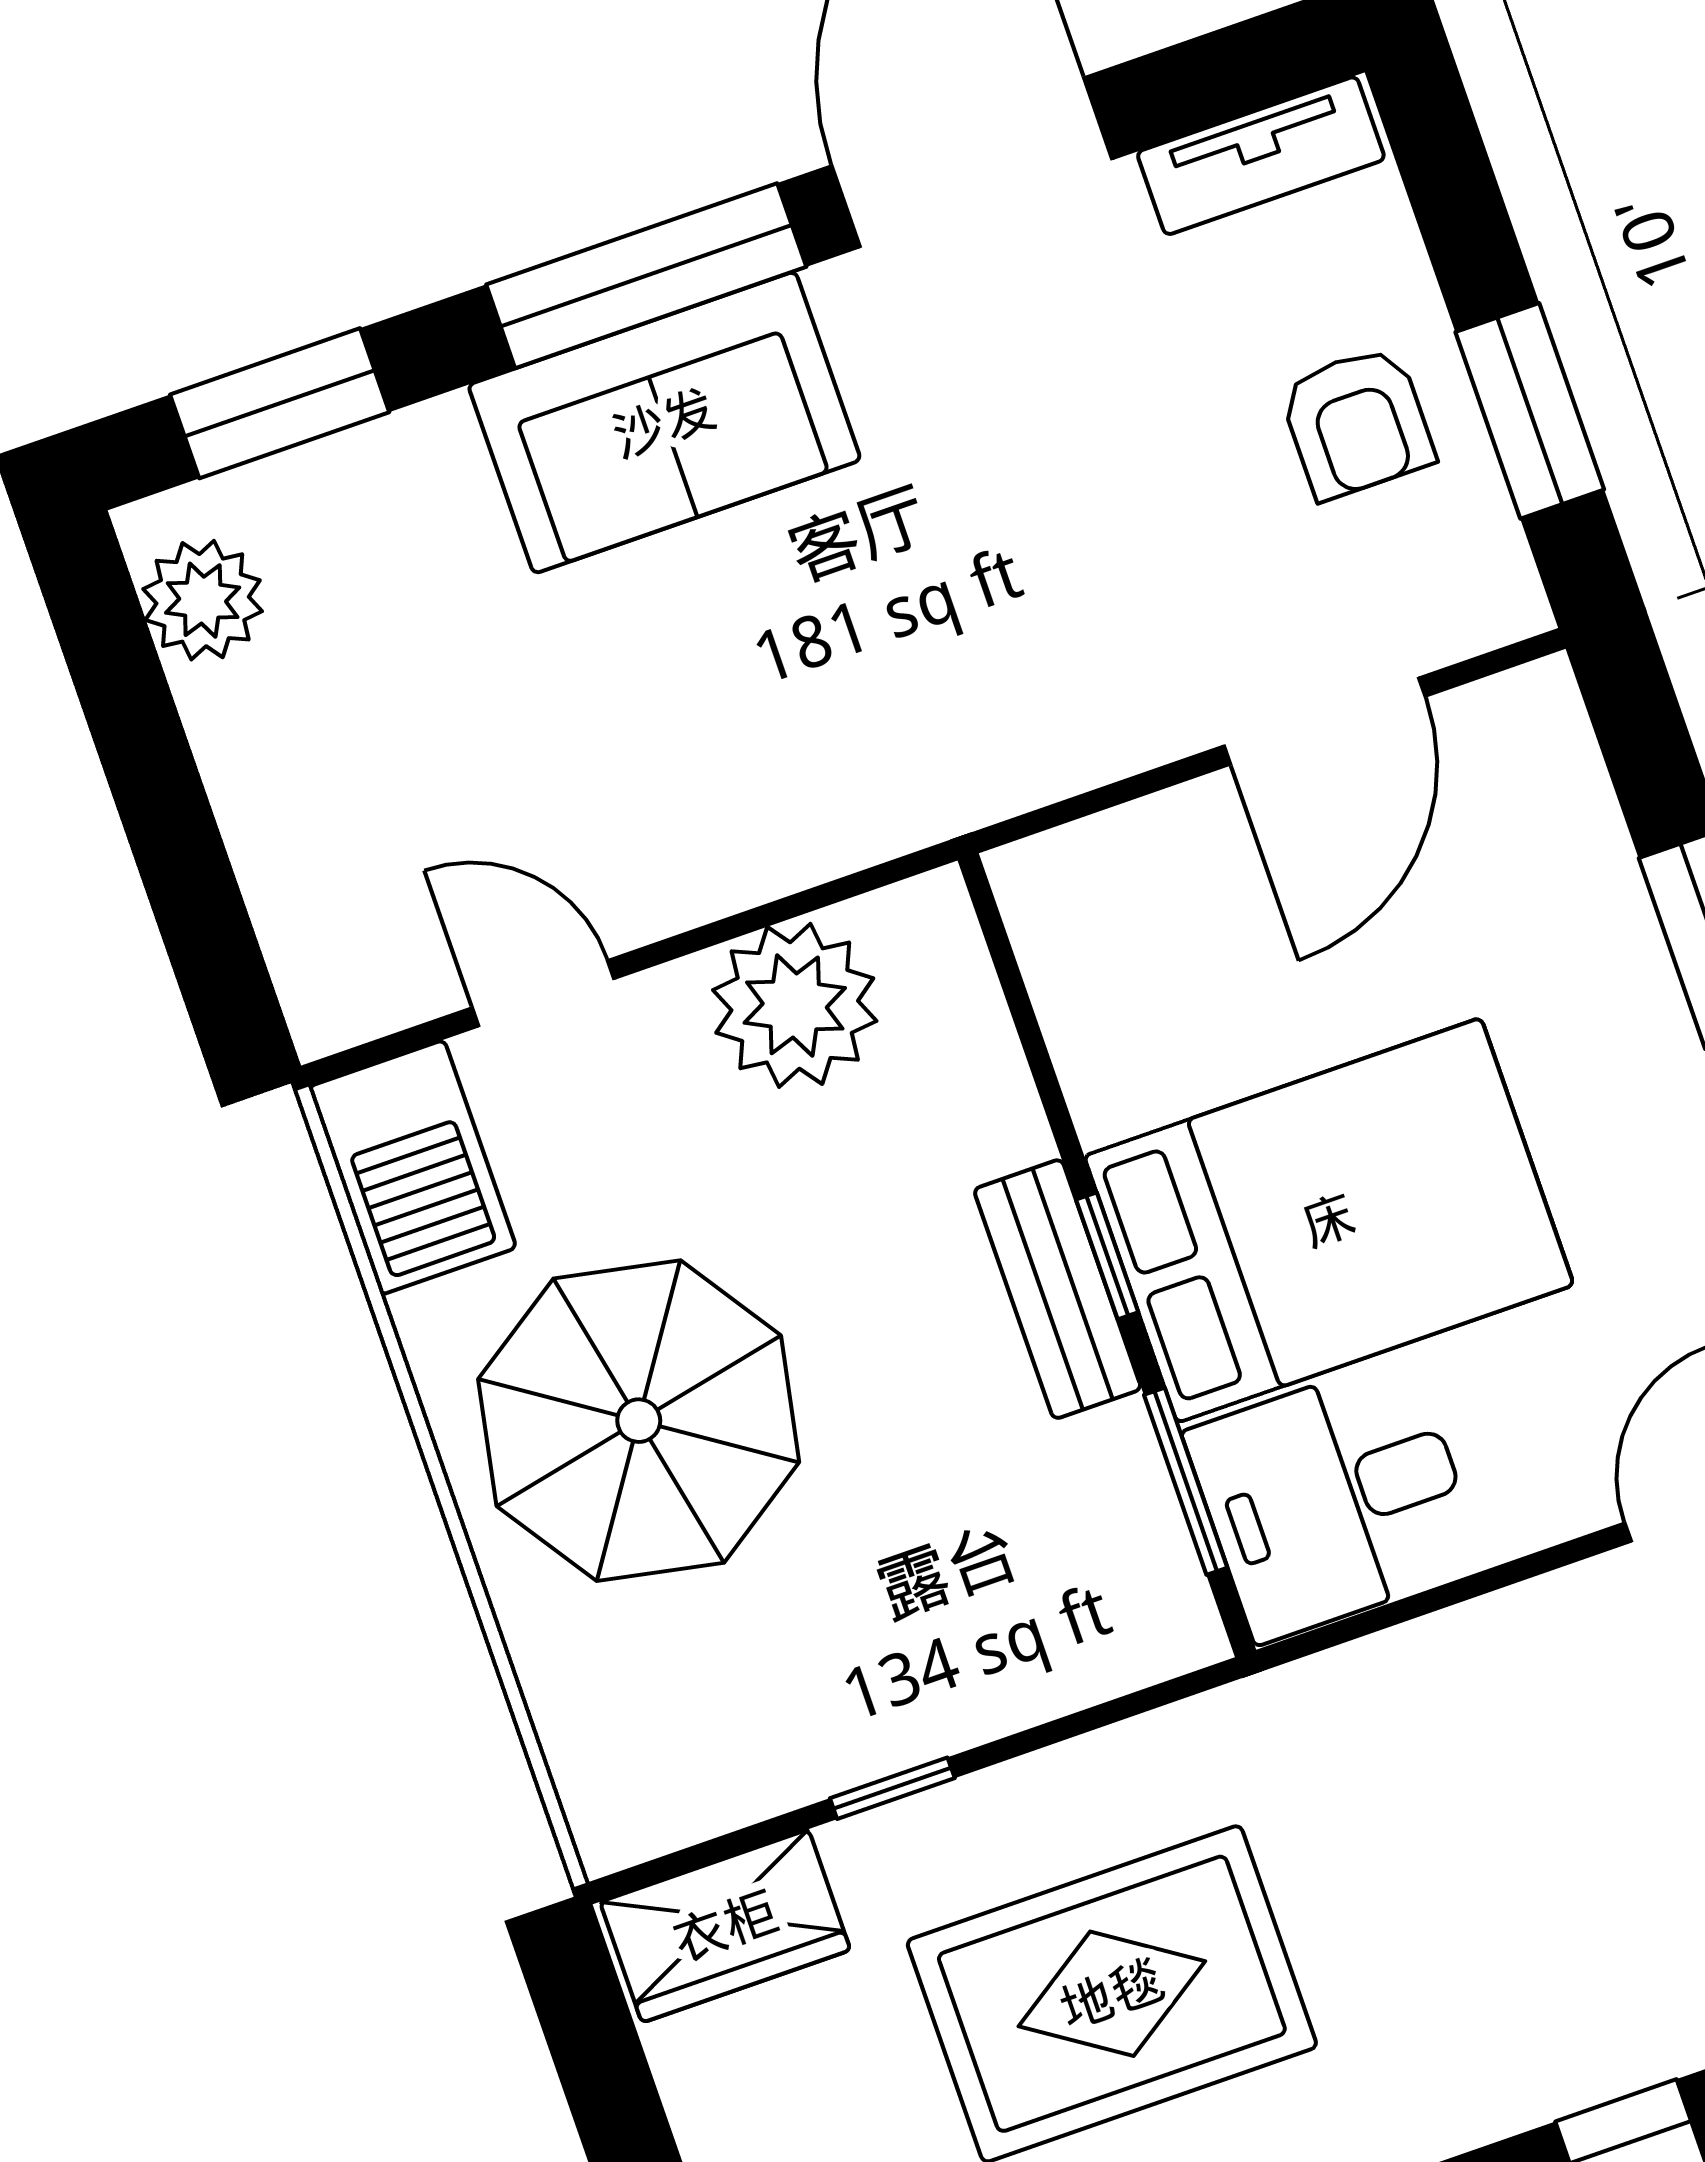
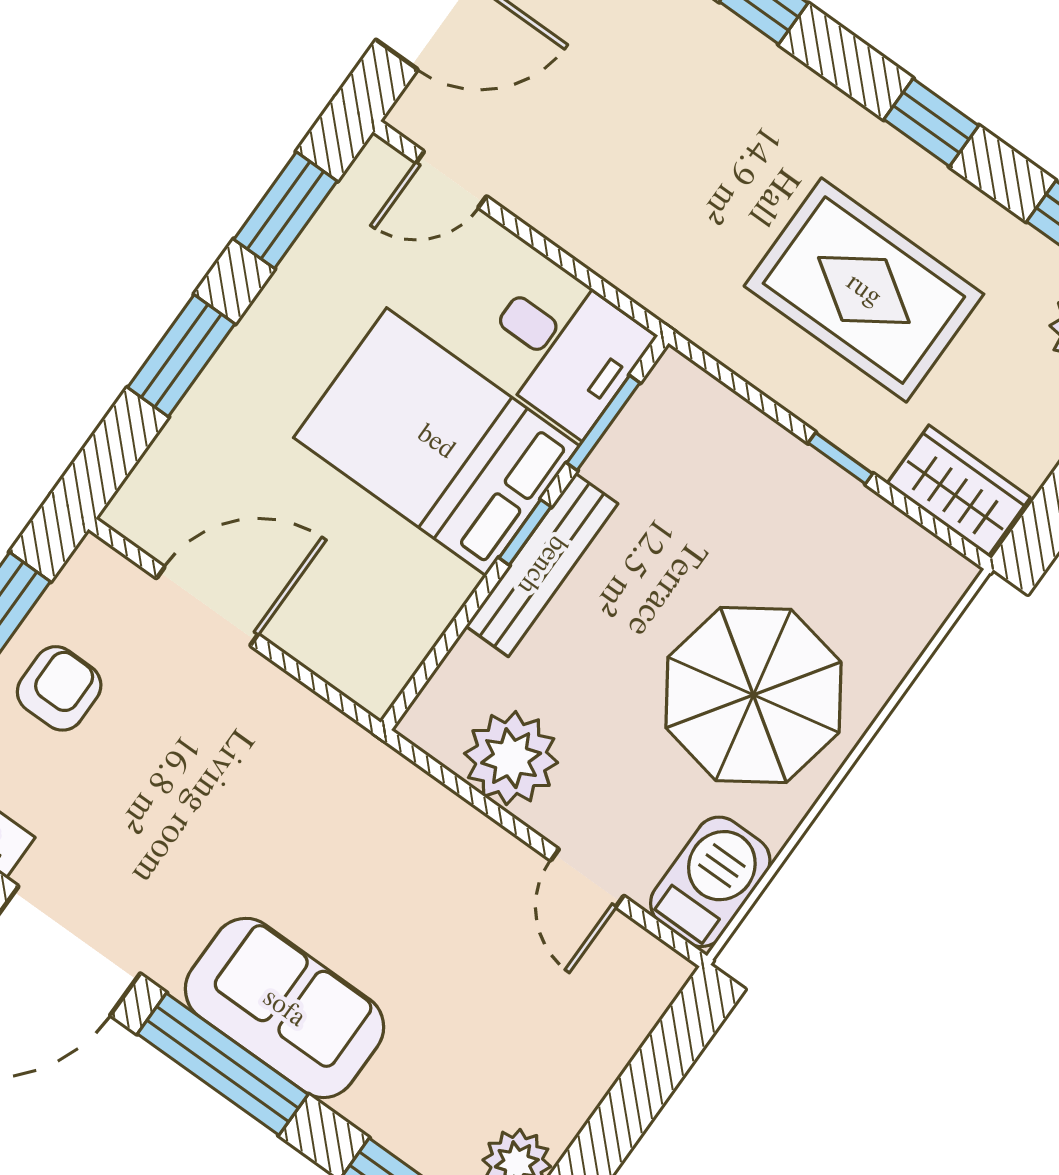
bench: (1058, 1289) -> (542, 565), width x1.36

